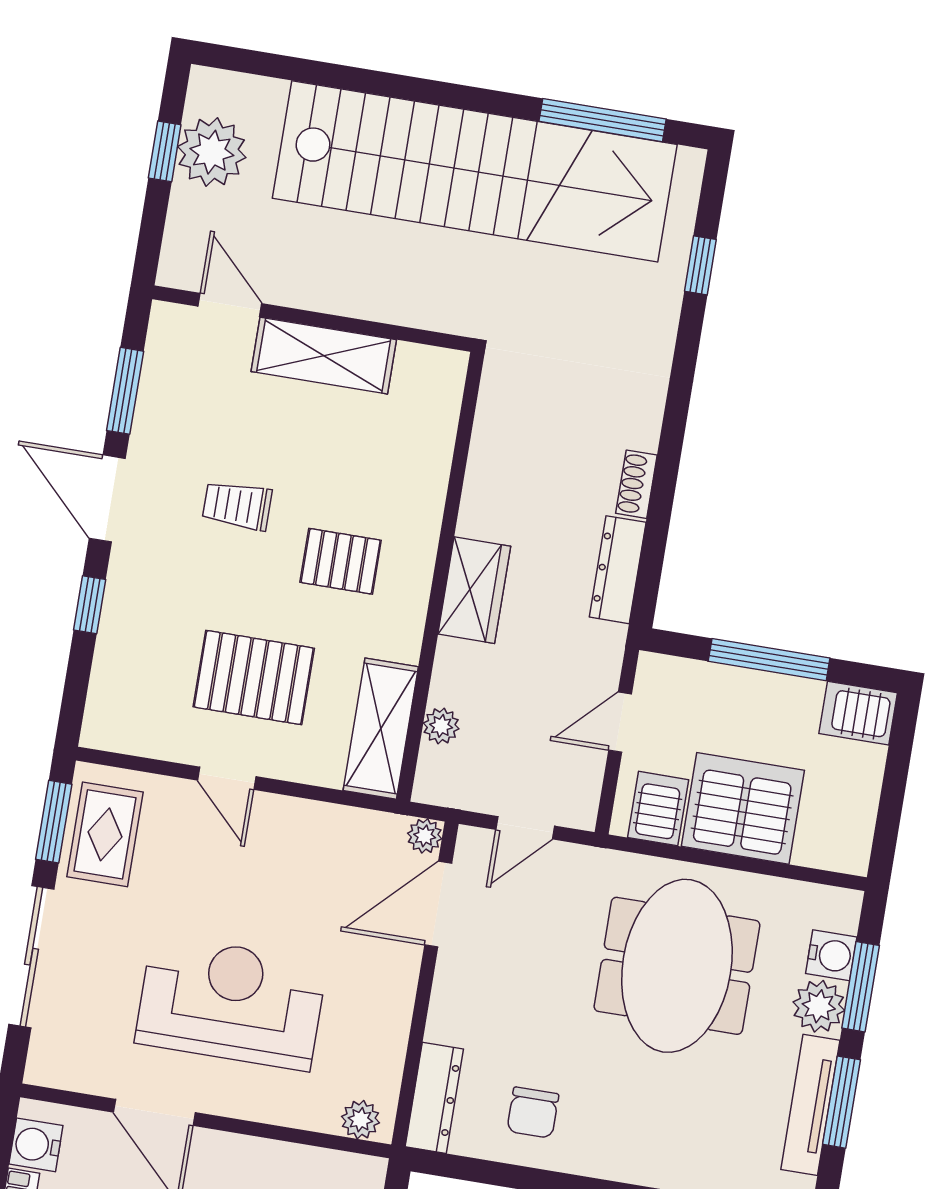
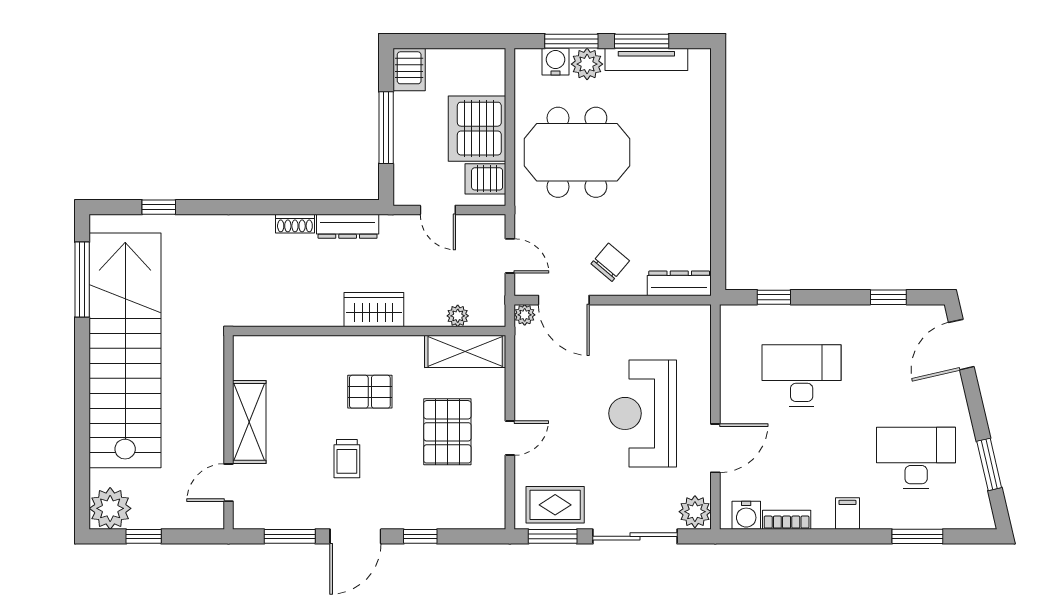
plant: (212, 152) -> (110, 508), moved
pallet: (341, 561) -> (370, 392), turned 90
chair: (533, 1113) -> (610, 262), moved, turned -50
plant: (360, 1120) -> (695, 512), moved, width x1.38, depth x1.38

